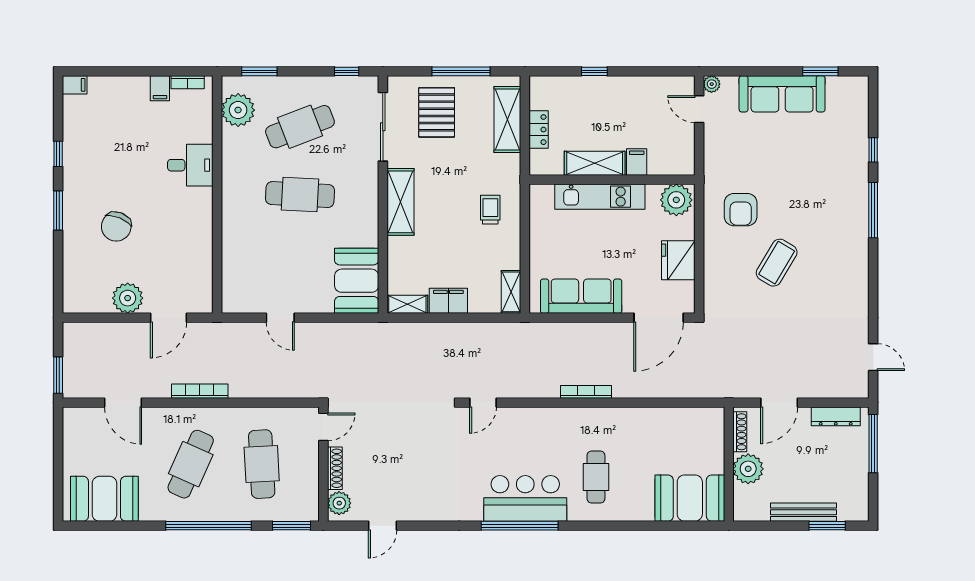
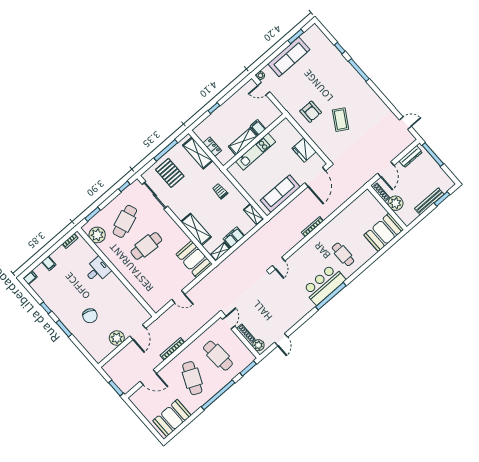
filing cabinet: (160, 88) -> (49, 263), moved
plant: (676, 200) -> (284, 129), removed
shelving: (400, 202) -> (196, 229), moved

